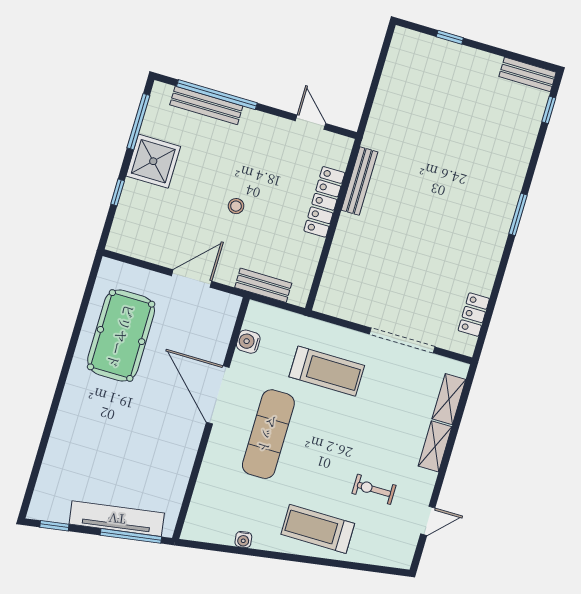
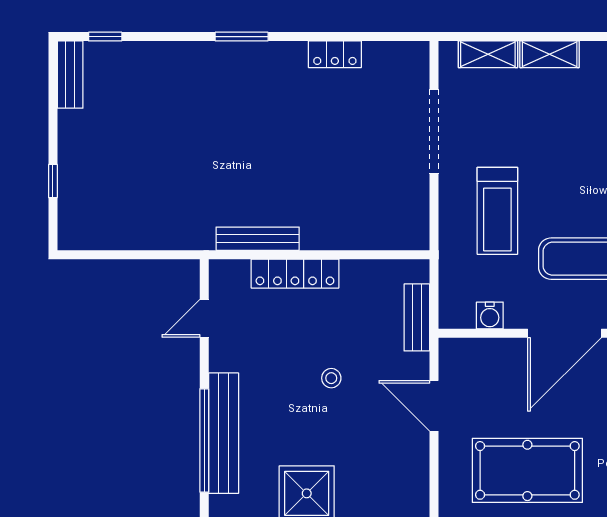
bench: (206, 105) -> (224, 433), width x1.37, depth x1.21
locker: (474, 315) -> (335, 54), moved
treadmill: (327, 371) -> (497, 211), turned 180

